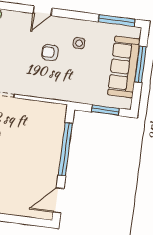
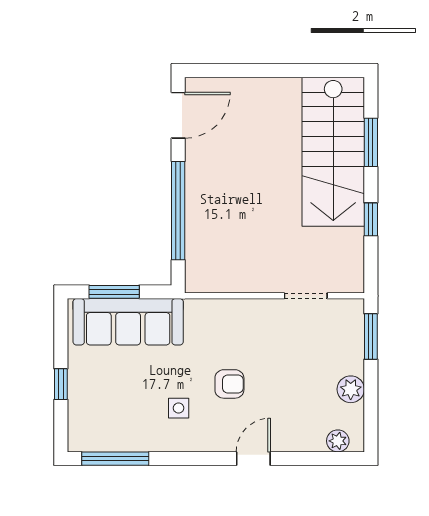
window: (140, 64) -> (61, 384), width x0.46
sofa: (124, 67) -> (128, 322), moved, turned 90

